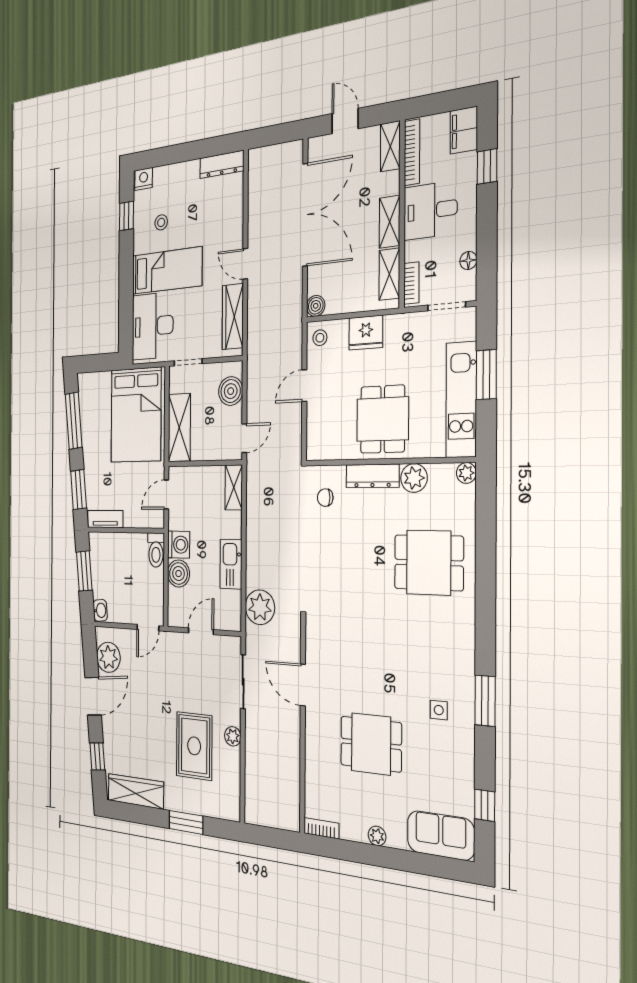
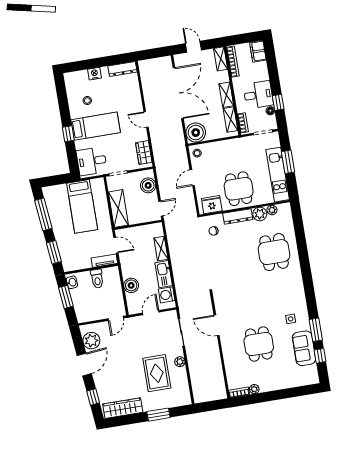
window: (487, 166) -> (278, 102), moved
nightstand: (144, 179) -> (94, 74), moved
desk: (430, 211) -> (258, 95), moved, turned 180
window: (126, 216) -> (68, 134), moved
boiler: (316, 306) -> (196, 133), width x1.86, depth x1.86
wardrobe: (233, 317) -> (144, 153), width x0.67
desk: (153, 326) -> (92, 161), width x0.73
fridge: (366, 333) -> (212, 205), moved, turned 180
bed: (136, 415) -> (82, 206), width x0.67
plant: (466, 473) -> (272, 210), moved
shelving: (234, 487) -> (161, 249), moved
door: (166, 495) -> (116, 245), swing flipped
tv unit: (105, 519) -> (104, 261), moved
washing machine: (179, 545) -> (167, 295), moved, turned 180
toilet: (156, 550) -> (97, 279), moved
dining table: (429, 563) -> (274, 252), turned 90
plant: (260, 607) -> (185, 292), removed
washbasin: (100, 610) -> (72, 282), moved
window: (485, 701) -> (316, 330), moved
dining table: (371, 744) -> (259, 344), turned 90
sofa: (441, 835) -> (304, 348), moved, turned -90
plant: (377, 836) -> (254, 389), moved

